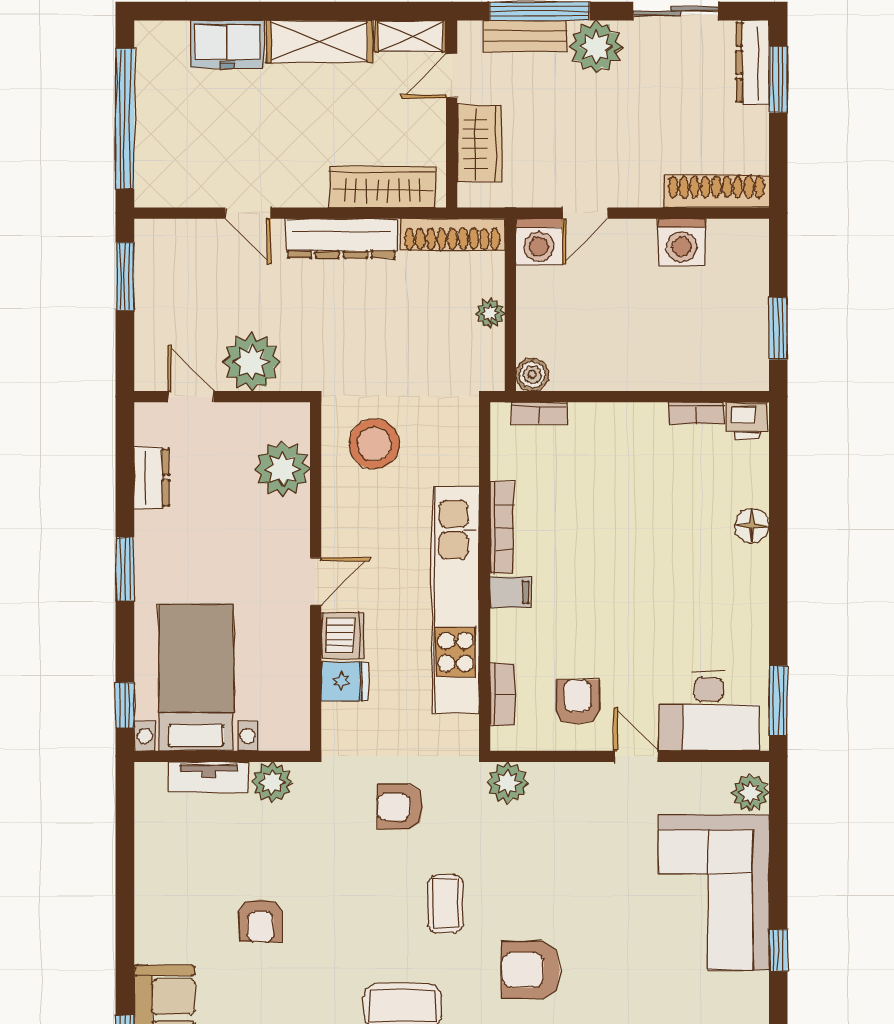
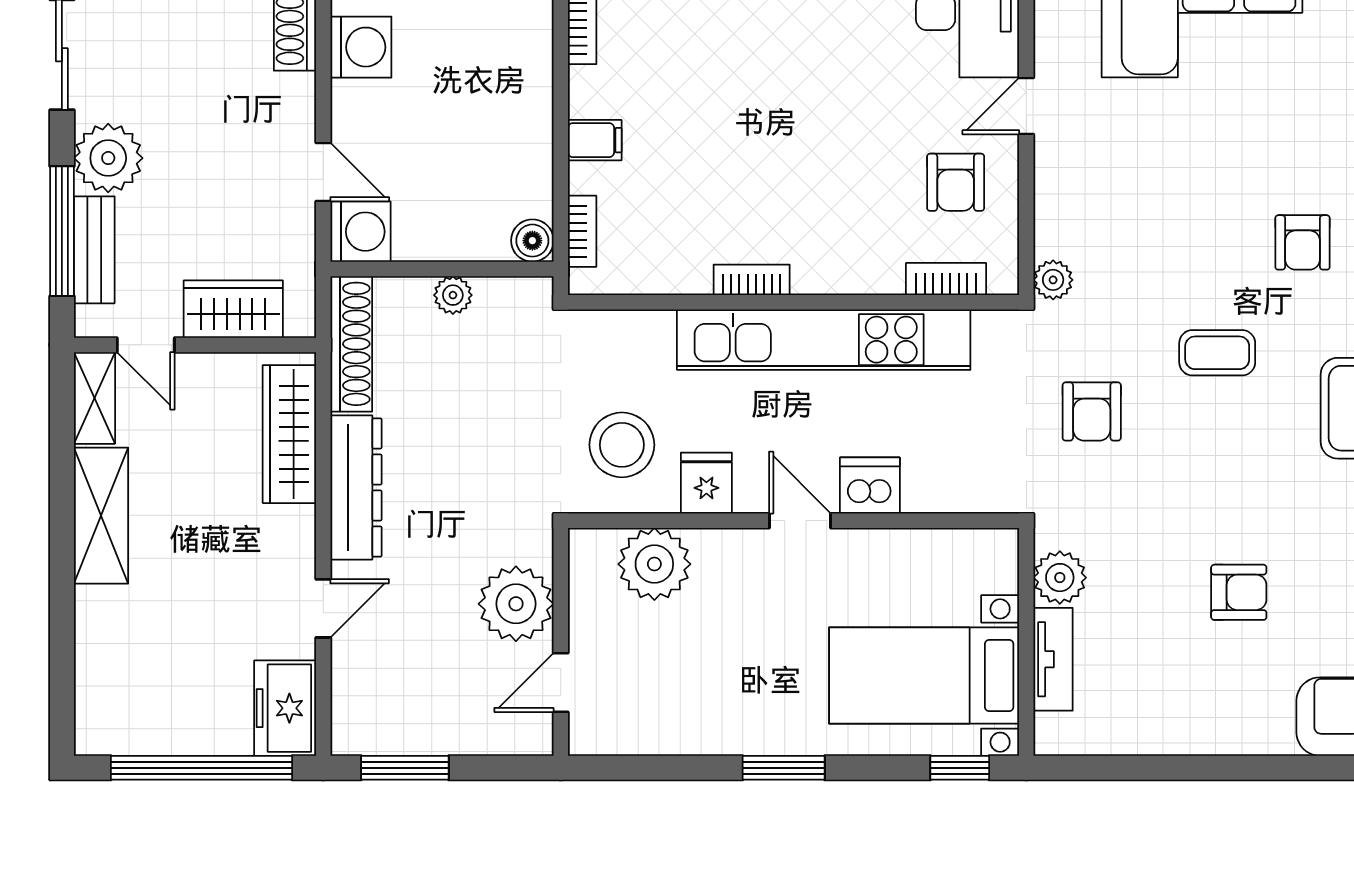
freezer: (227, 44) -> (285, 708), moved, turned 180
dresser: (152, 478) -> (666, 733), removed
bookcase: (502, 528) -> (752, 280), width x0.64
filing cabinet: (511, 592) -> (595, 140), moved, turned 90
fridge: (345, 681) -> (706, 483), moved
armchair: (577, 702) -> (956, 182), turned -90
plant: (508, 783) -> (1053, 280), width x0.73, depth x0.73
armchair: (531, 970) -> (1303, 242), width x0.72, depth x0.72

